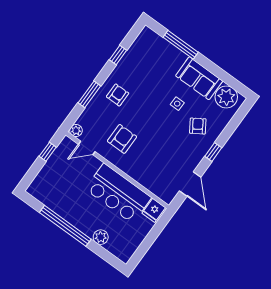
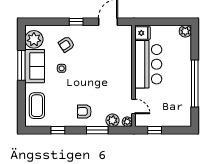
window: (181, 45) -> (21, 65), moved
coffee table: (158, 52) -> (37, 106), added
plant: (88, 117) -> (112, 120), added
armchair: (122, 139) -> (111, 88), removed
plant: (101, 237) -> (185, 31), moved

